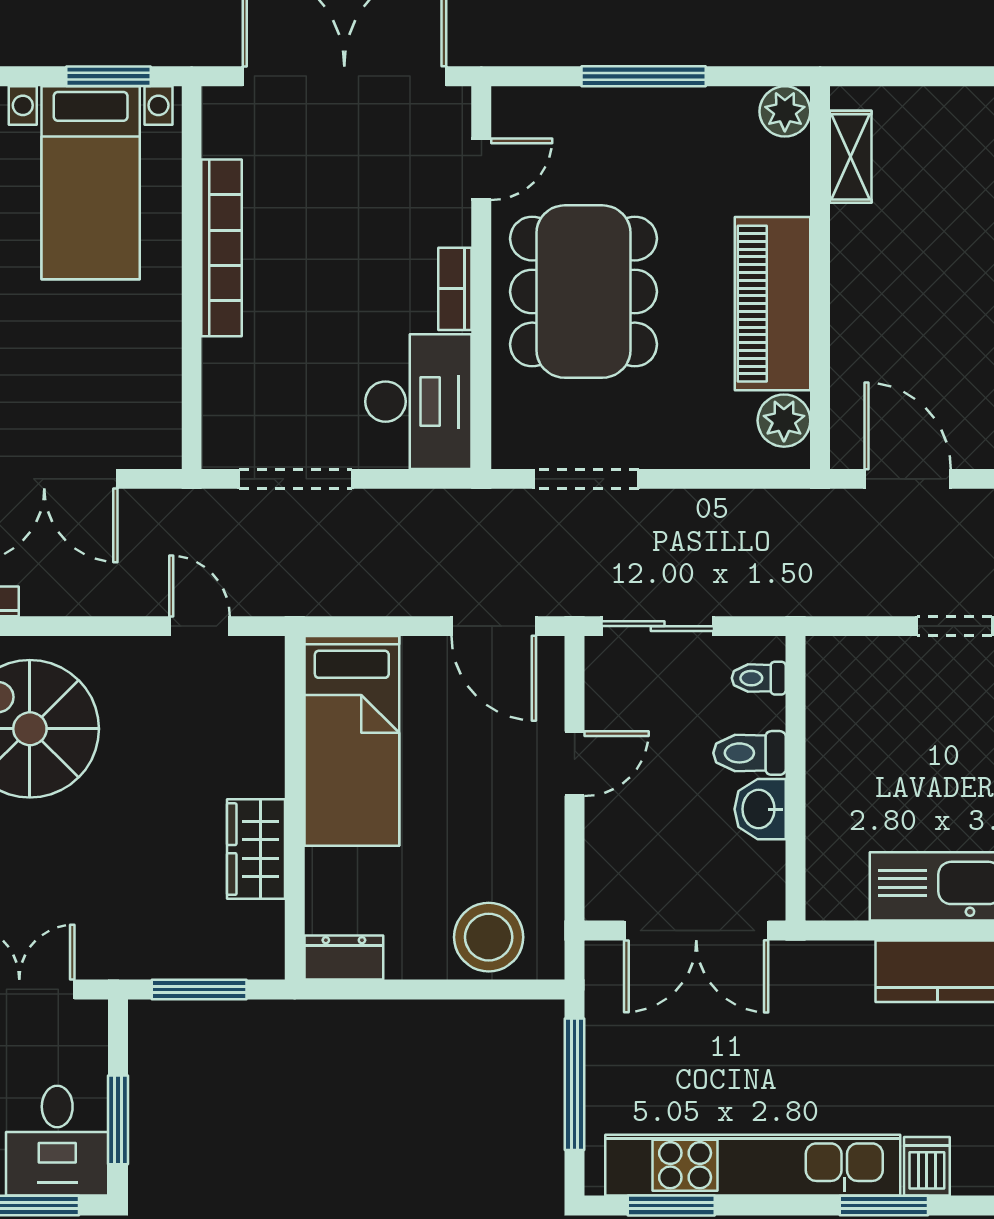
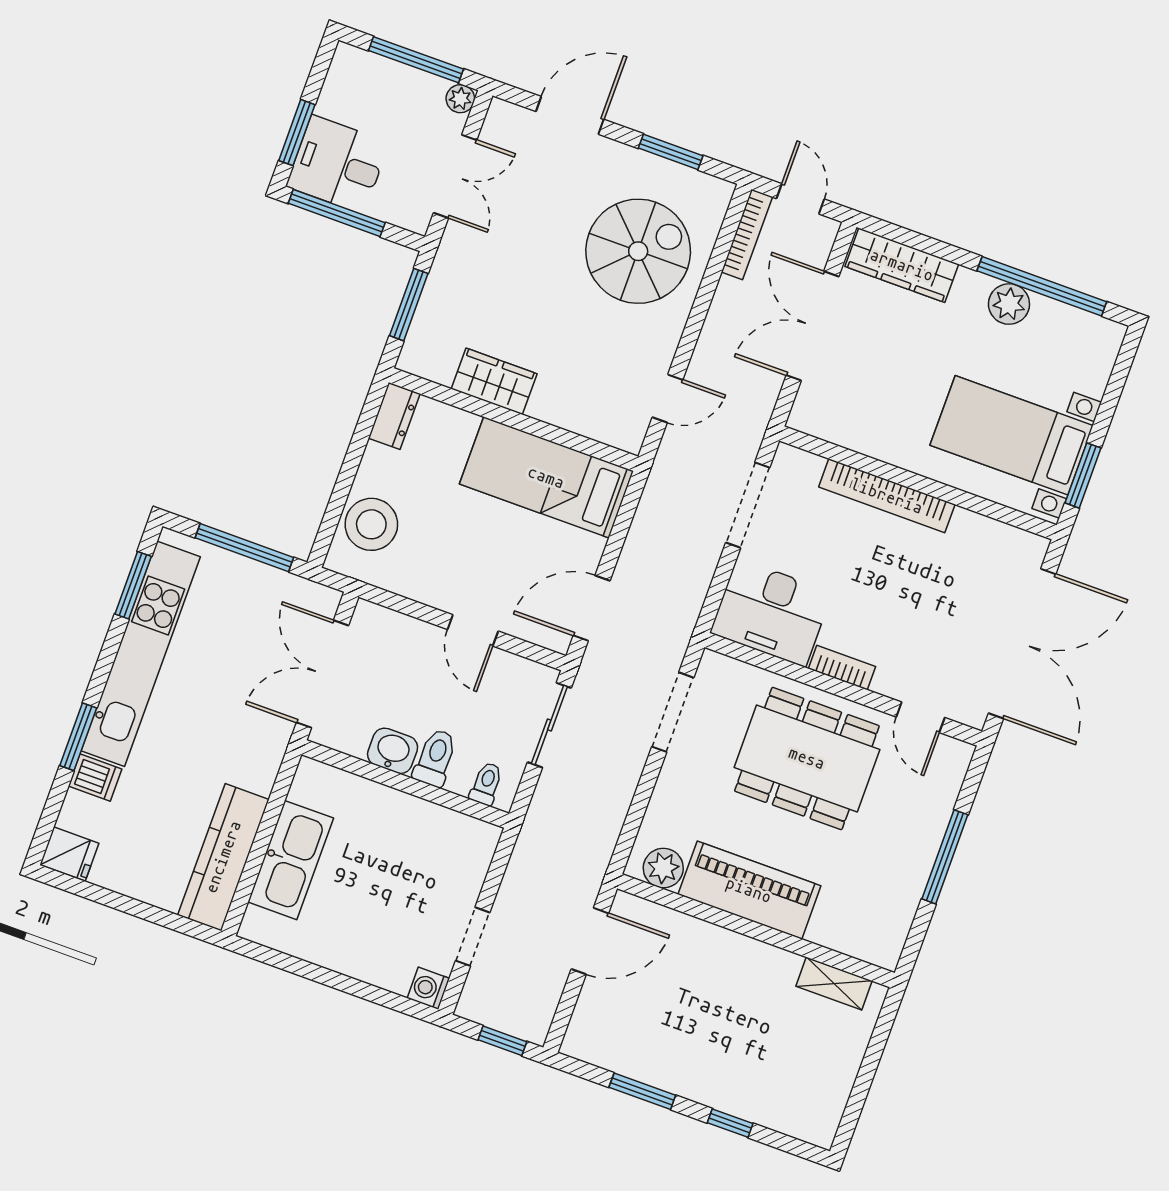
plant: (785, 111) -> (883, 949), removed
bookcase: (222, 248) -> (887, 496), moved
window: (118, 1120) -> (337, 213), width x1.44

